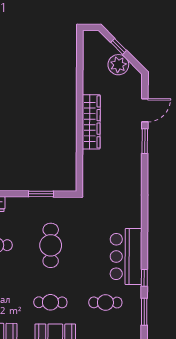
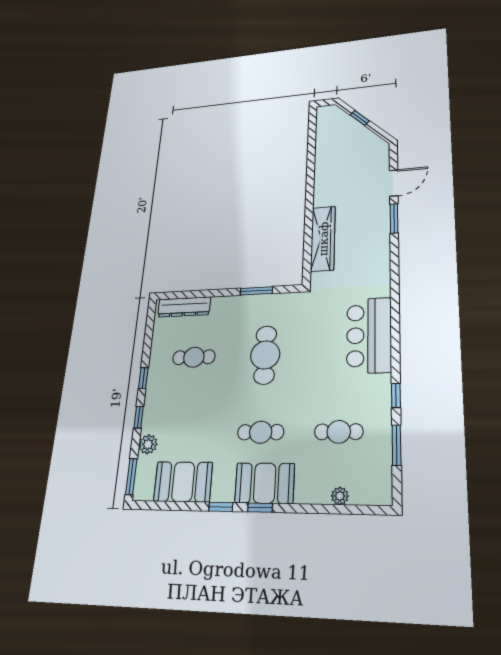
plant: (118, 65) -> (359, 137), removed
wardrobe: (91, 122) -> (323, 239), moved
bar counter: (126, 257) -> (369, 335), moved

